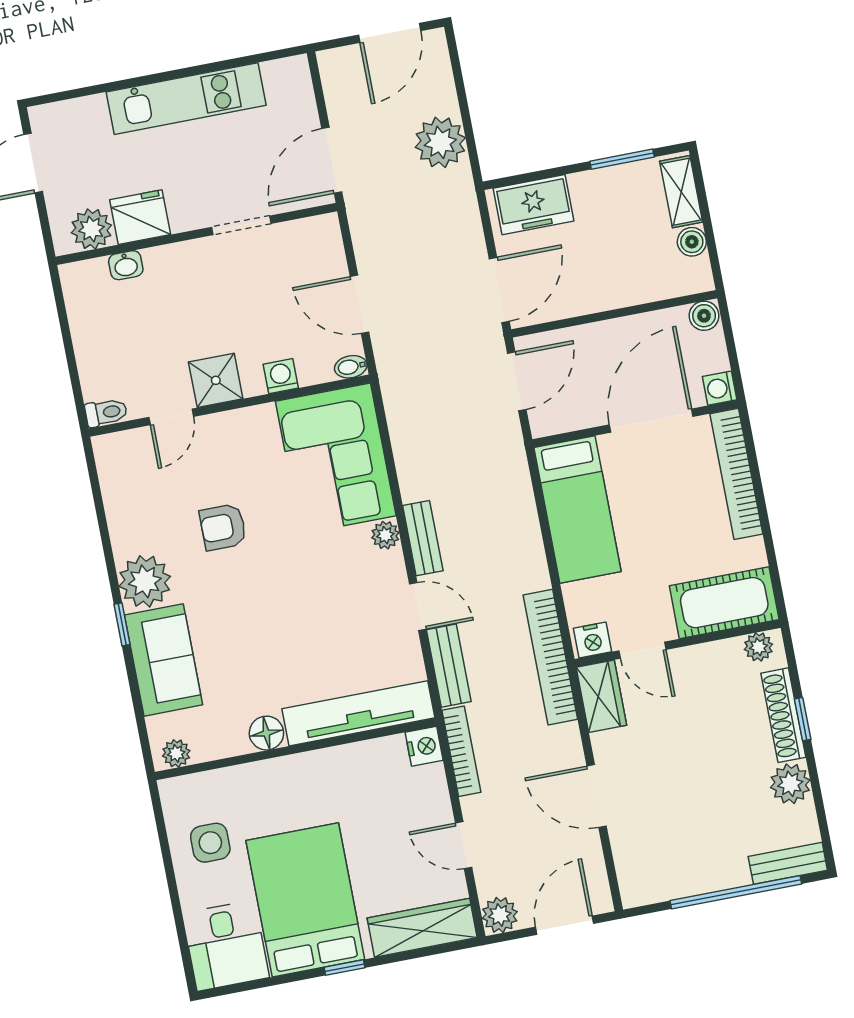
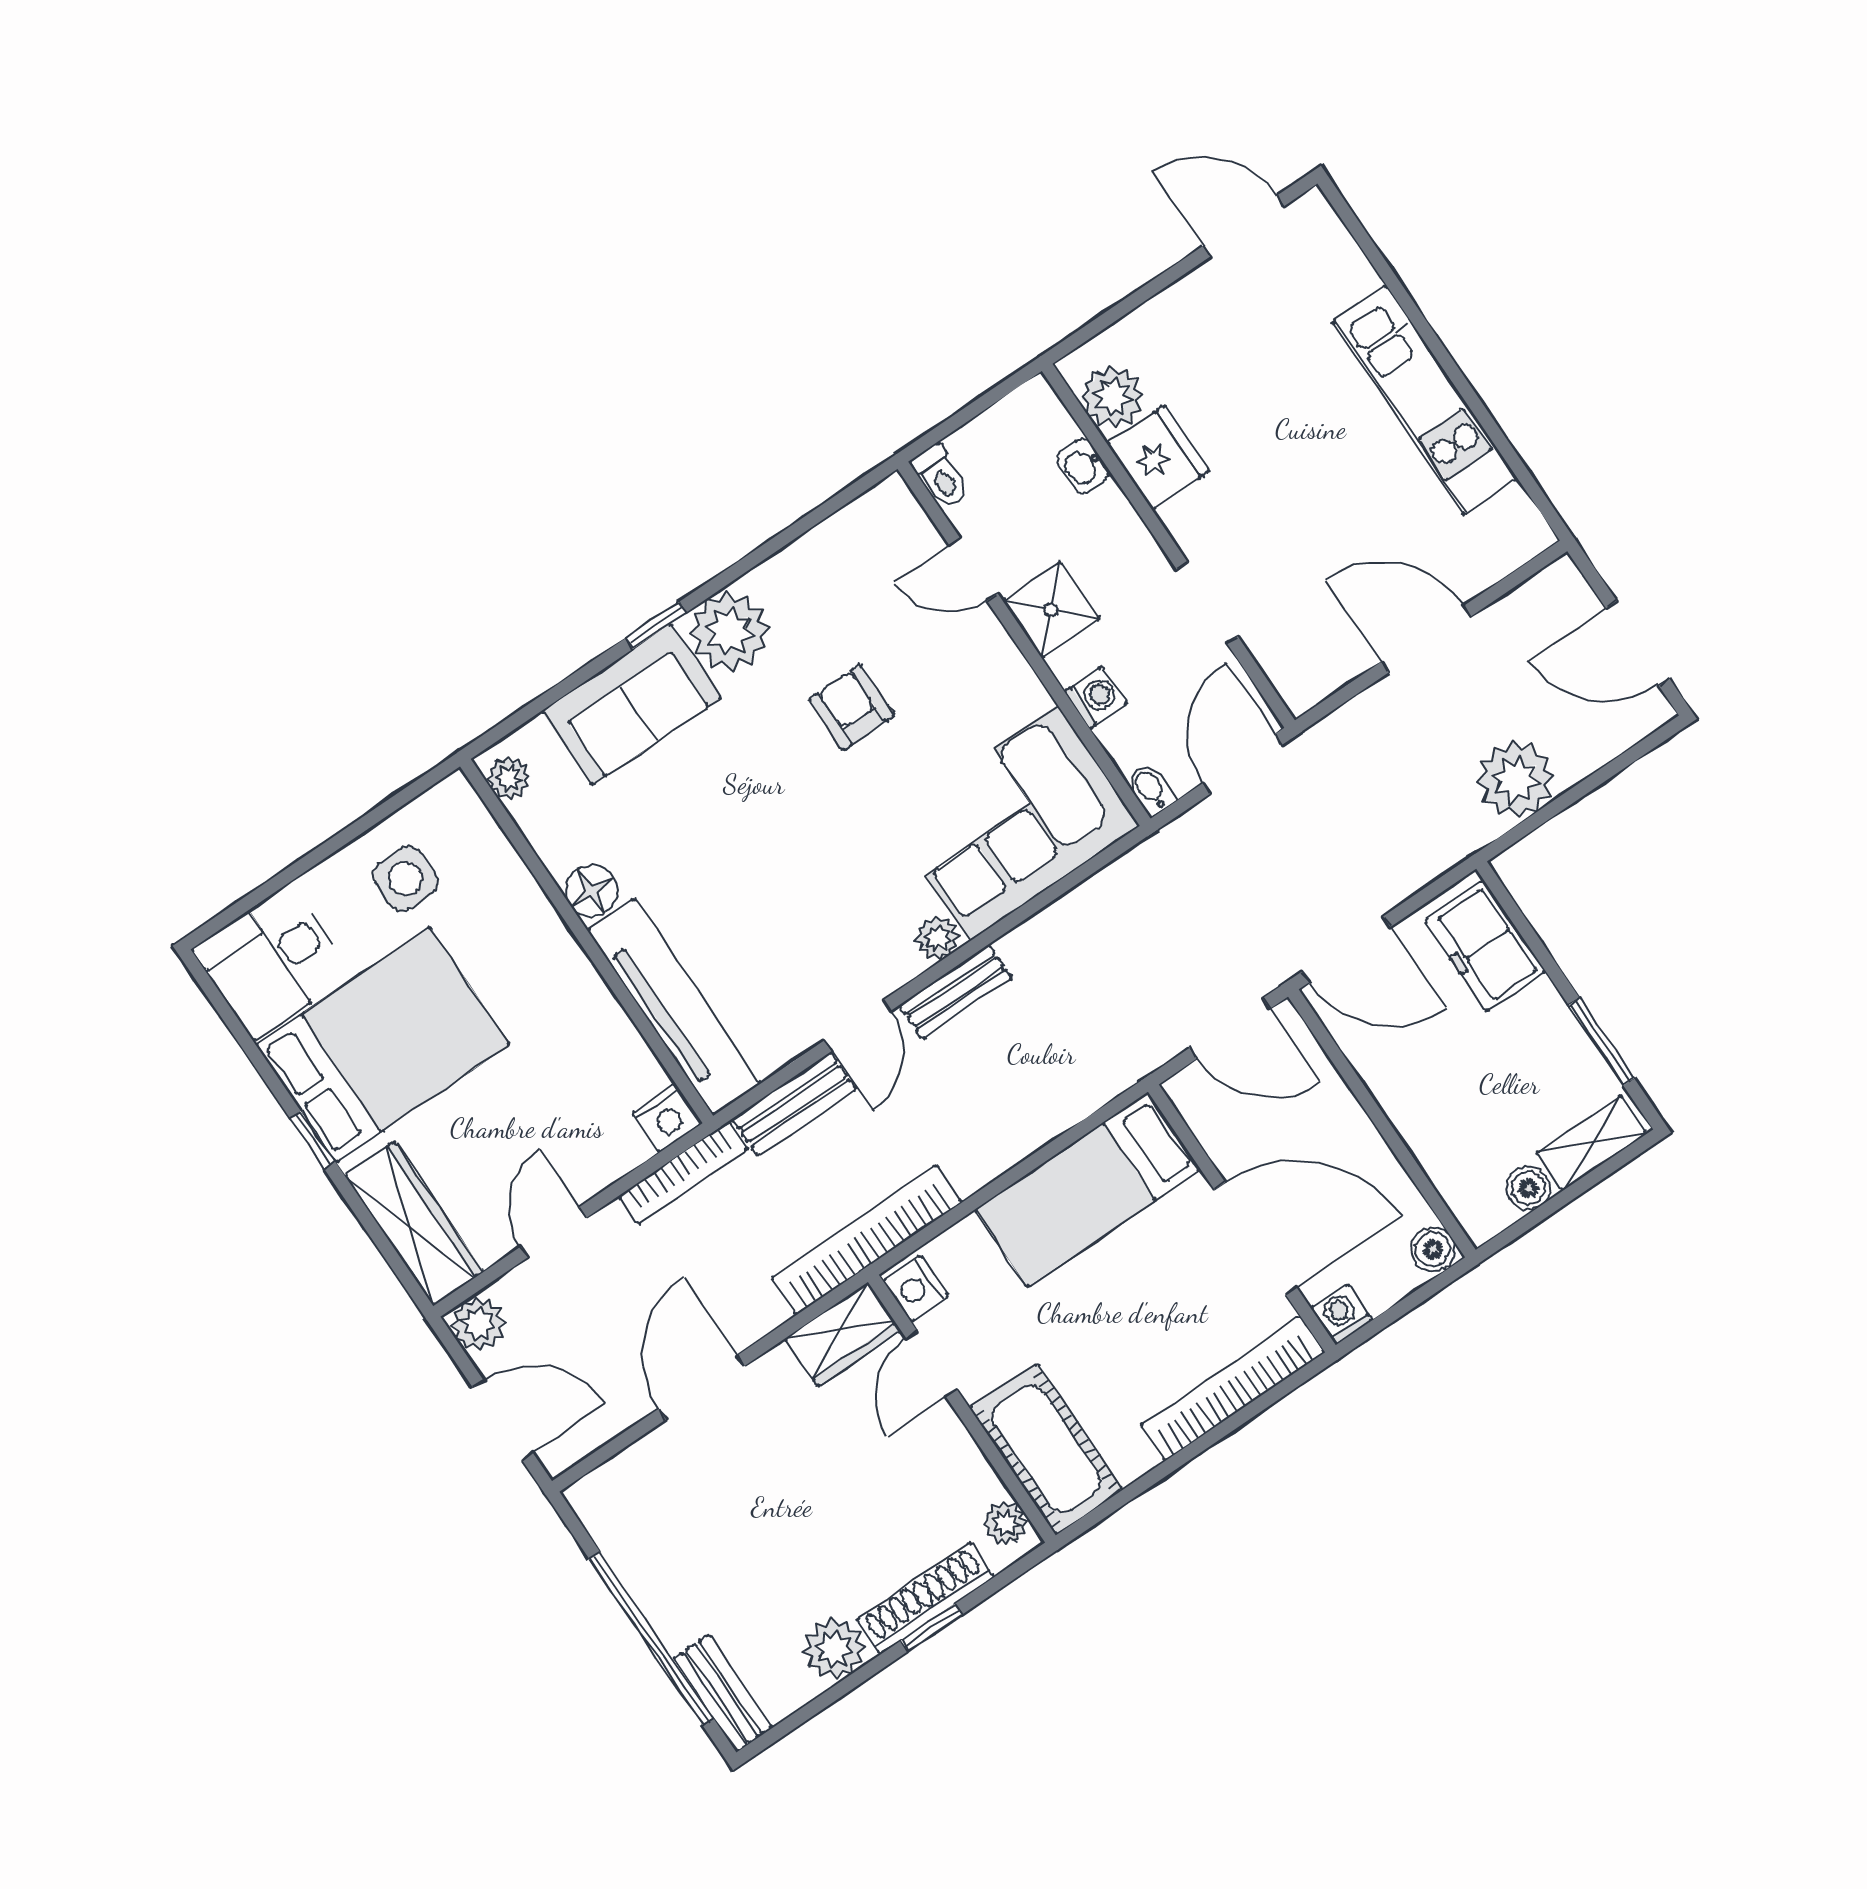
fridge: (140, 217) -> (1158, 457), moved
doorway: (241, 225) -> (1207, 603), moved
plant: (91, 229) -> (1113, 397), moved
wall: (196, 234) -> (1168, 546), moved
washbasin: (126, 265) -> (1083, 466), moved

